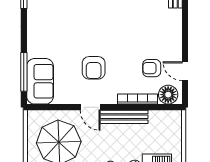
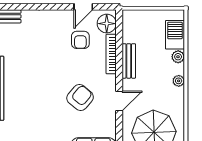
armchair: (94, 68) -> (80, 98), turned -50
bench: (124, 117) -> (129, 61), width x0.73

